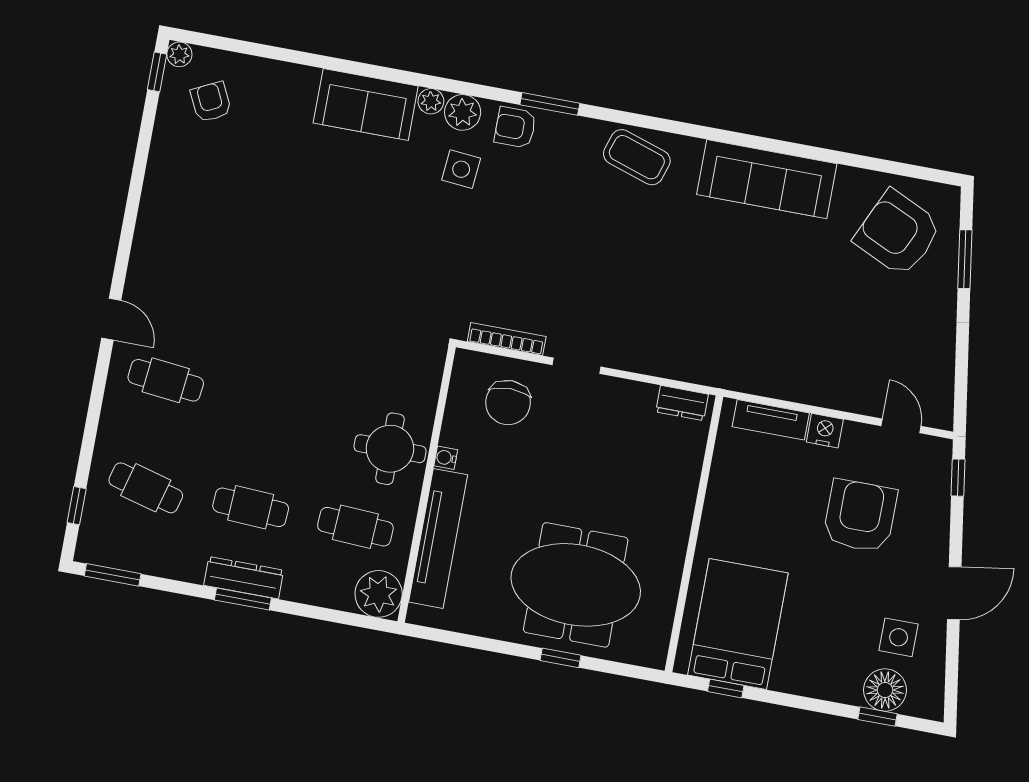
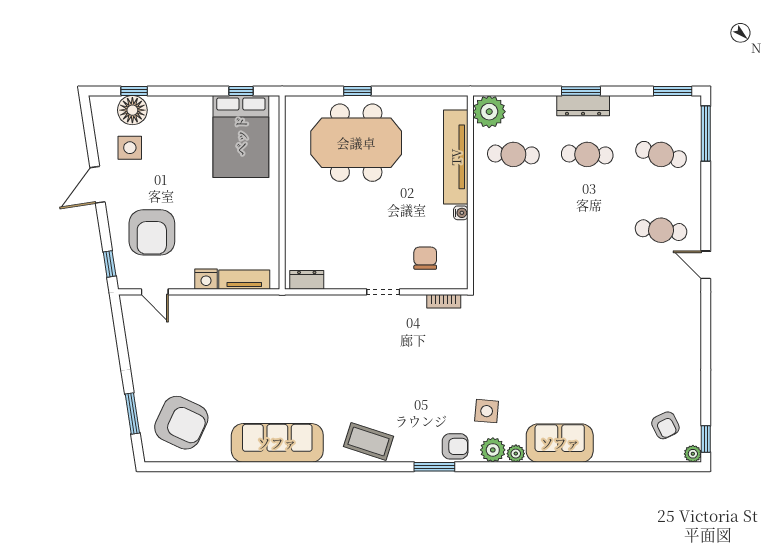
bookcase: (507, 339) -> (444, 301), width x0.64
chair: (508, 403) -> (425, 258), width x0.73, depth x0.73
round table: (390, 449) -> (500, 212), removed
window: (77, 506) -> (706, 134), width x2.17
armchair: (860, 516) -> (152, 232), moved

